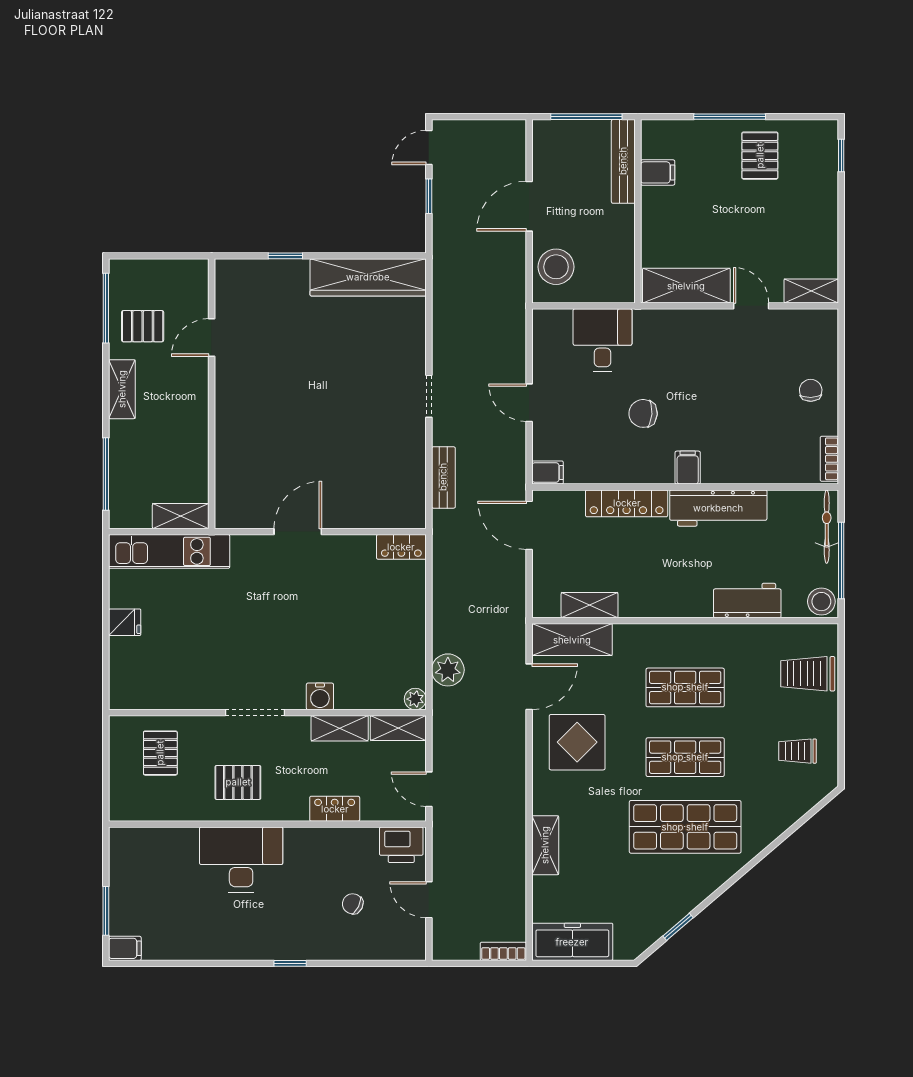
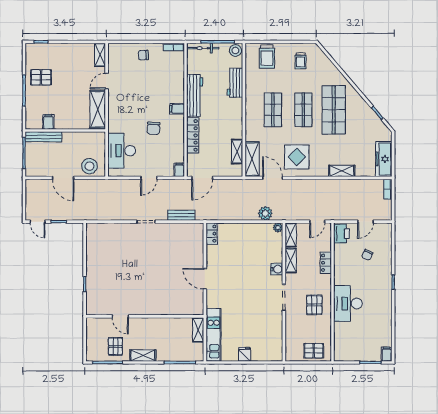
wardrobe: (368, 277) -> (94, 248), removed
desk: (602, 340) -> (122, 151), width x1.37
pallet: (160, 753) -> (314, 351), moved

